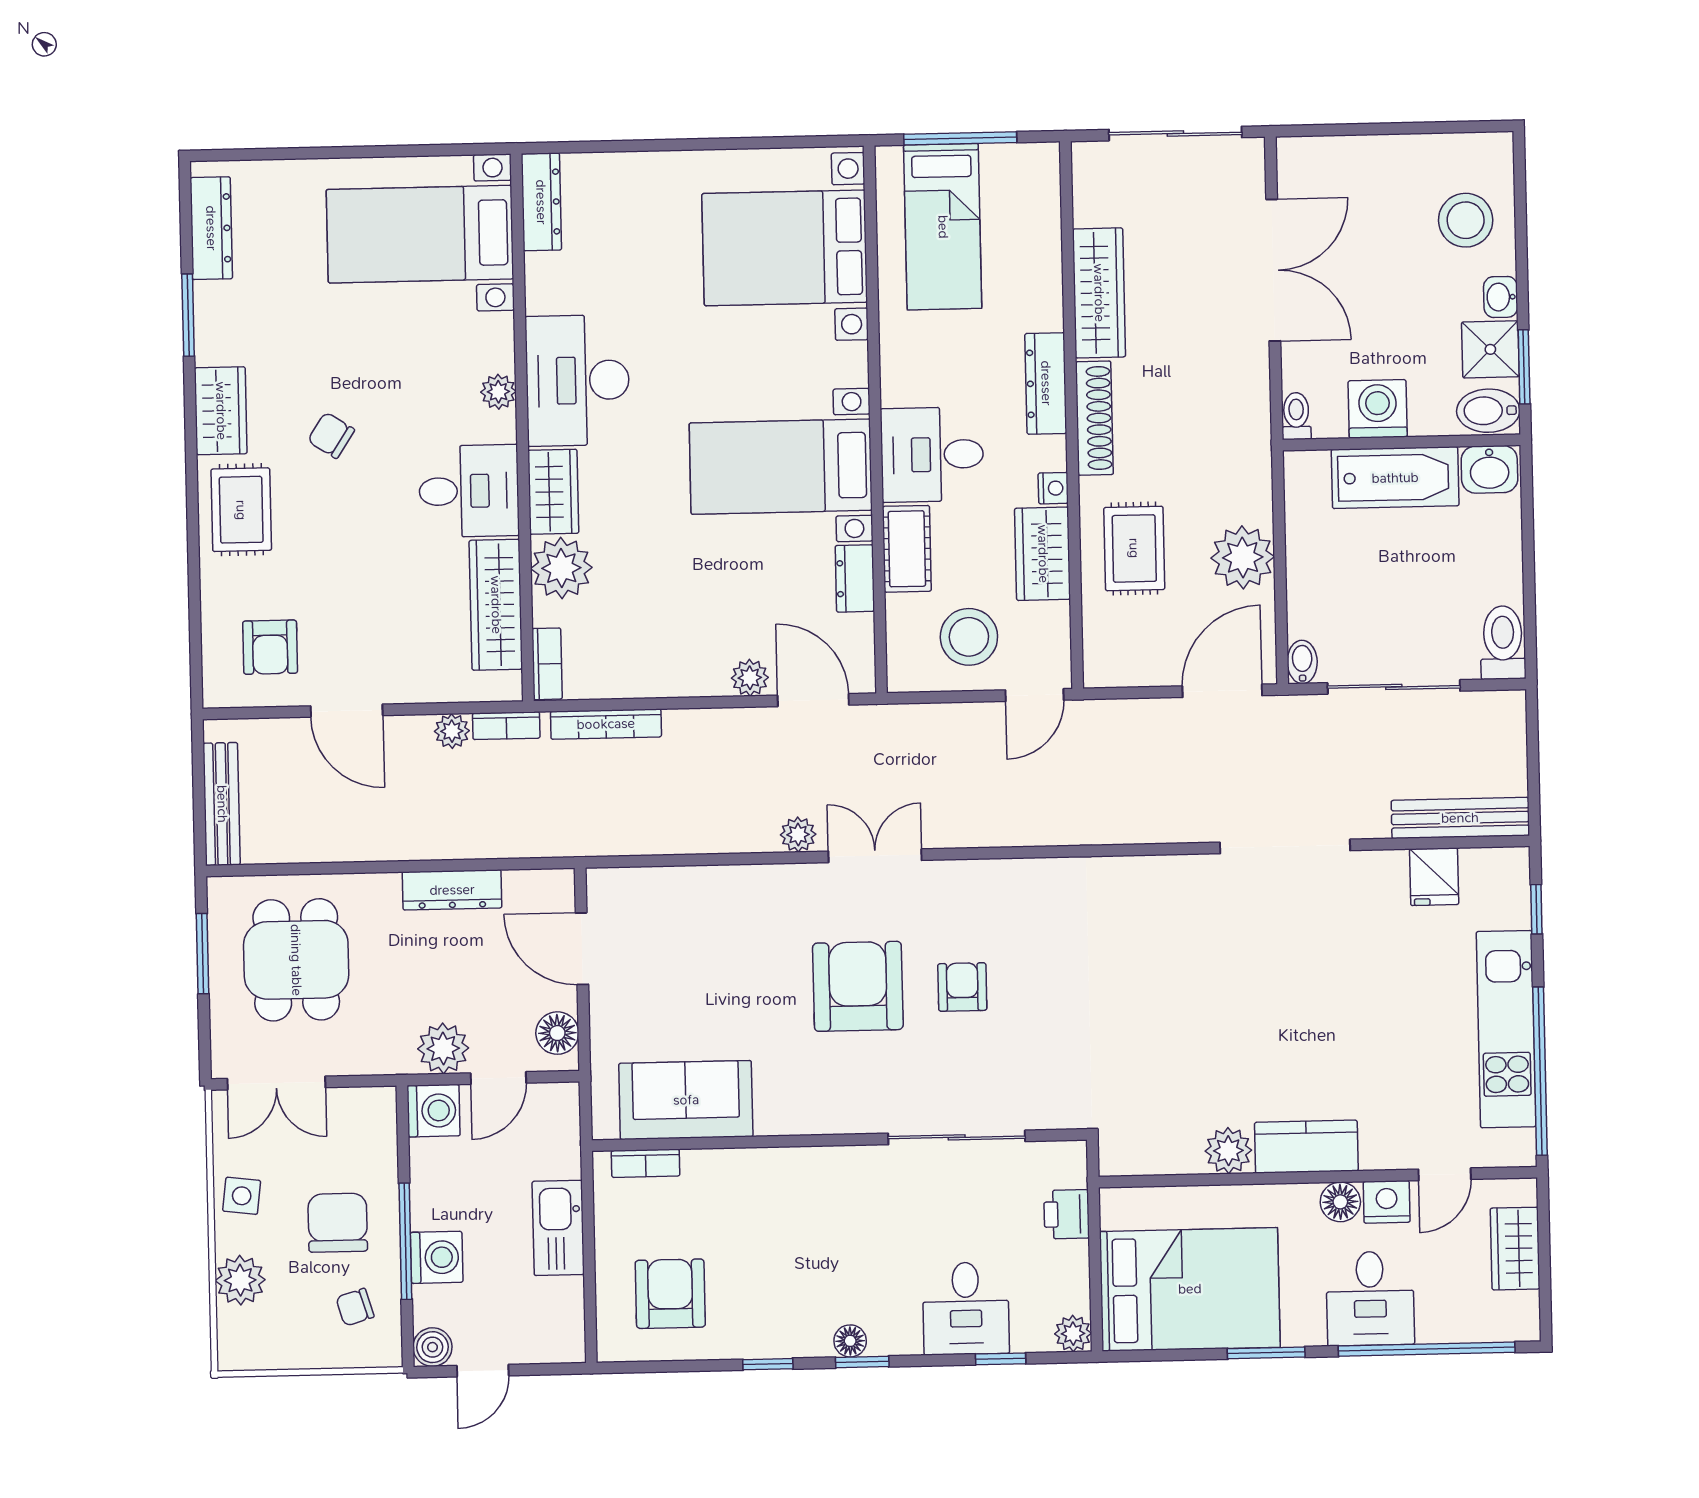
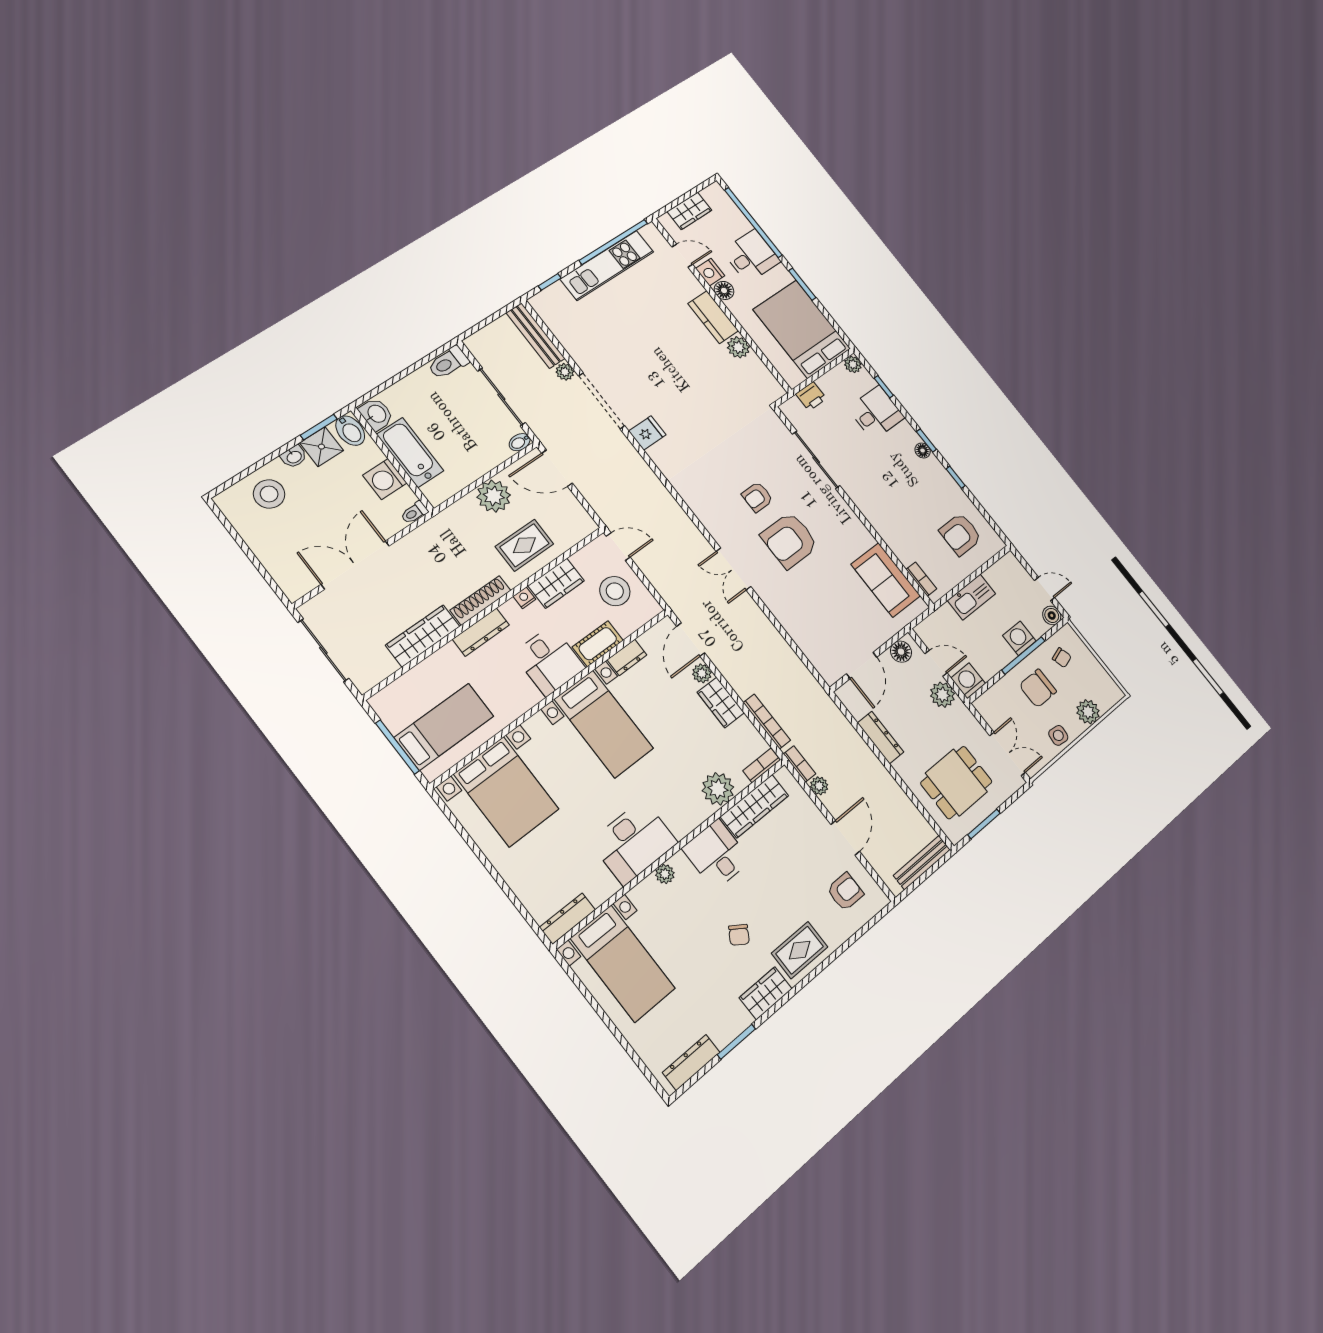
wardrobe: (553, 492) -> (721, 702), moved, turned -90
plant: (798, 835) -> (565, 372), moved
fridge: (1434, 877) -> (647, 433), moved

